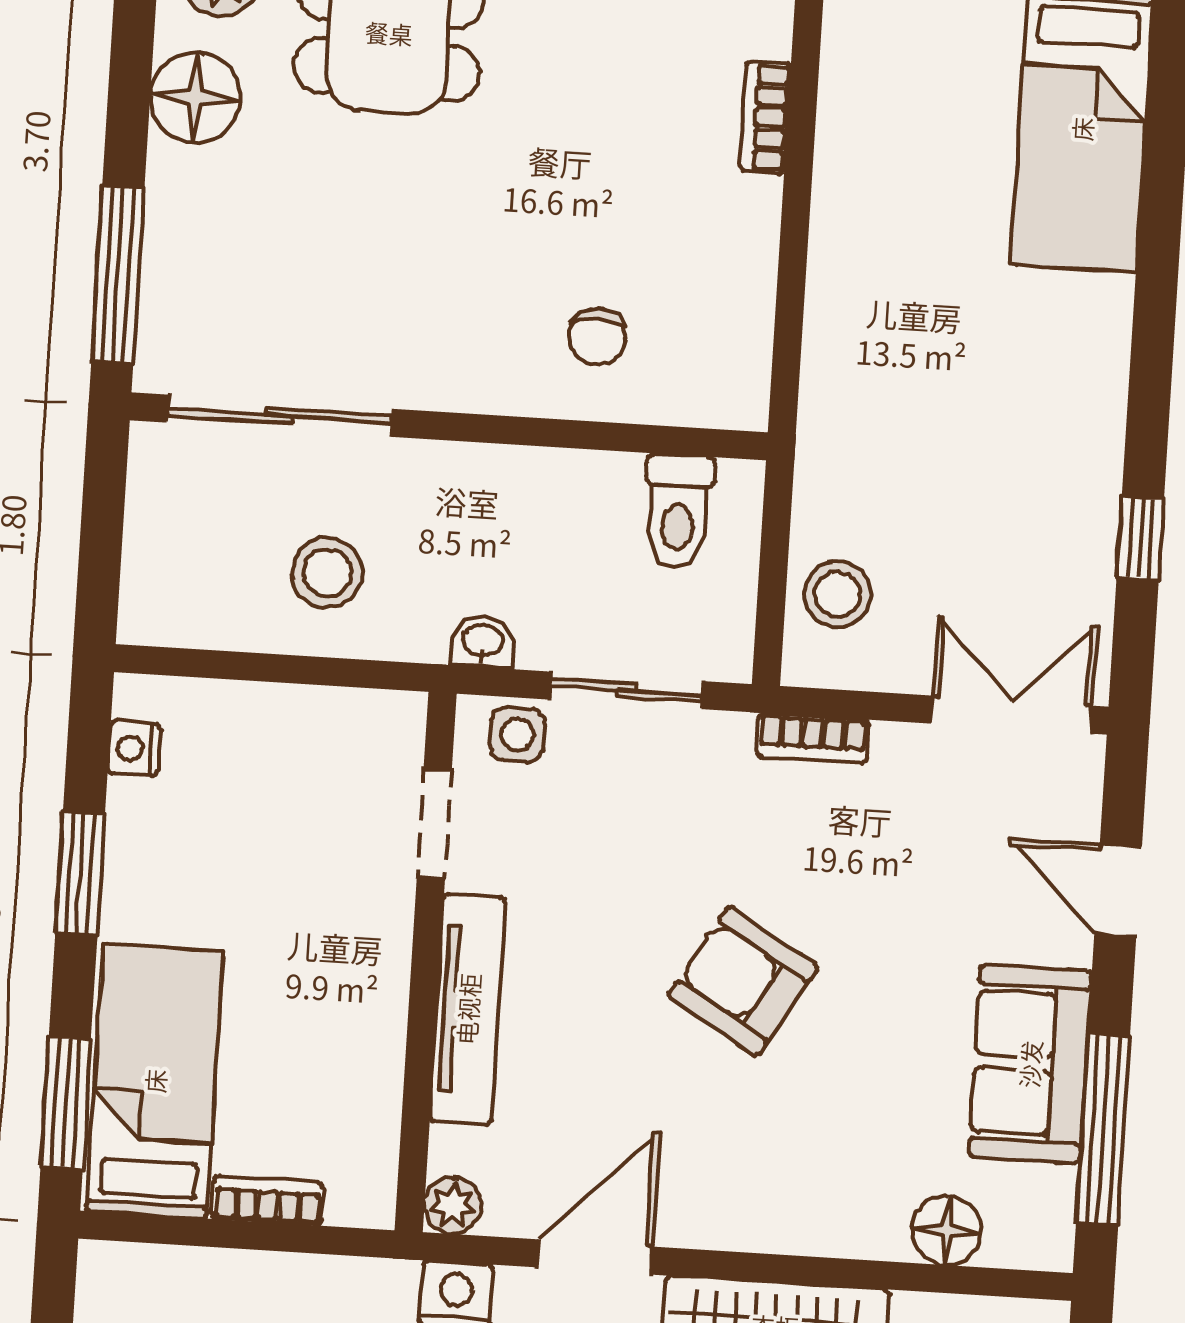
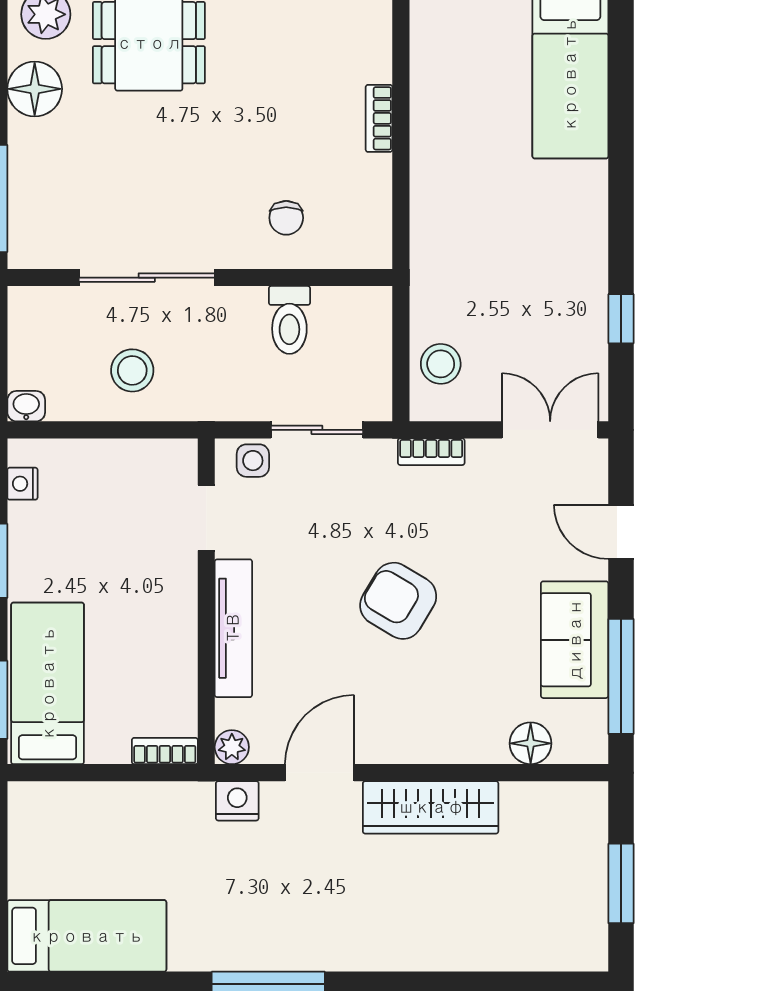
bookcase: (765, 117) -> (379, 118), moved
sliding door: (280, 416) -> (147, 278), moved
toilet: (678, 511) -> (289, 320), moved
washbasin: (483, 642) -> (26, 406), moved
bookcase: (268, 1201) -> (165, 751), moved

